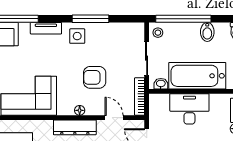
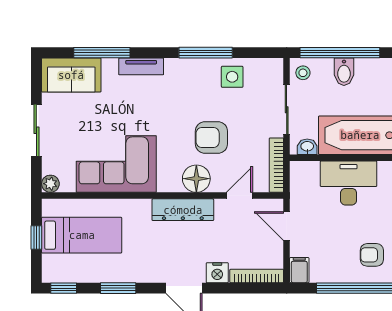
bidet: (207, 32) -> (344, 72), moved
side table: (77, 36) -> (232, 77), moved
floor lamp: (80, 110) -> (196, 179), width x1.89, depth x1.89
door: (114, 118) -> (240, 196), hinge flipped

